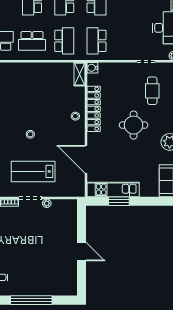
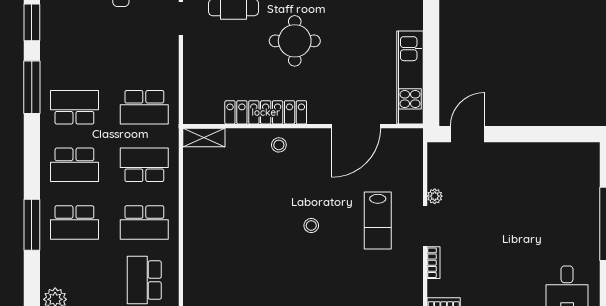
school desk: (32, 41) -> (144, 222), turned 90
water cooler: (92, 68) -> (192, 115), removed
lab bench: (33, 171) -> (378, 220), width x0.73, depth x0.72
window: (119, 201) -> (431, 67), removed
door: (81, 252) -> (467, 134), moved

